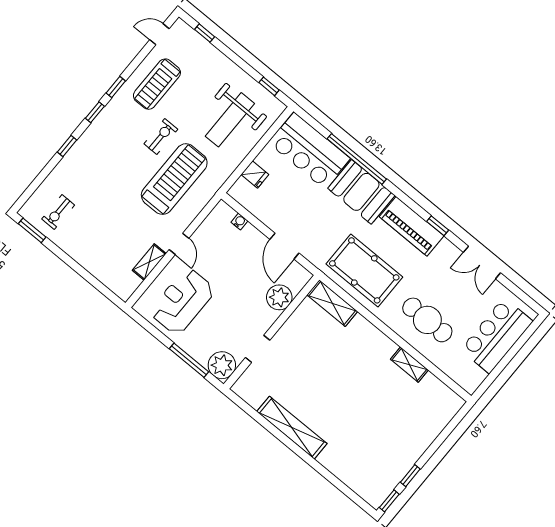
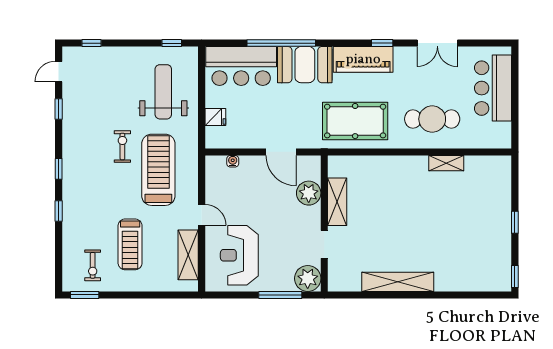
treadmill: (157, 84) -> (130, 244), moved
window: (116, 87) -> (59, 109), moved
weight bench: (230, 120) -> (163, 92), turned 180
shelving: (149, 262) -> (188, 255), width x1.50, depth x1.33
shelving: (332, 303) -> (337, 202), moved, turned 90
window: (410, 476) -> (515, 222), moved

